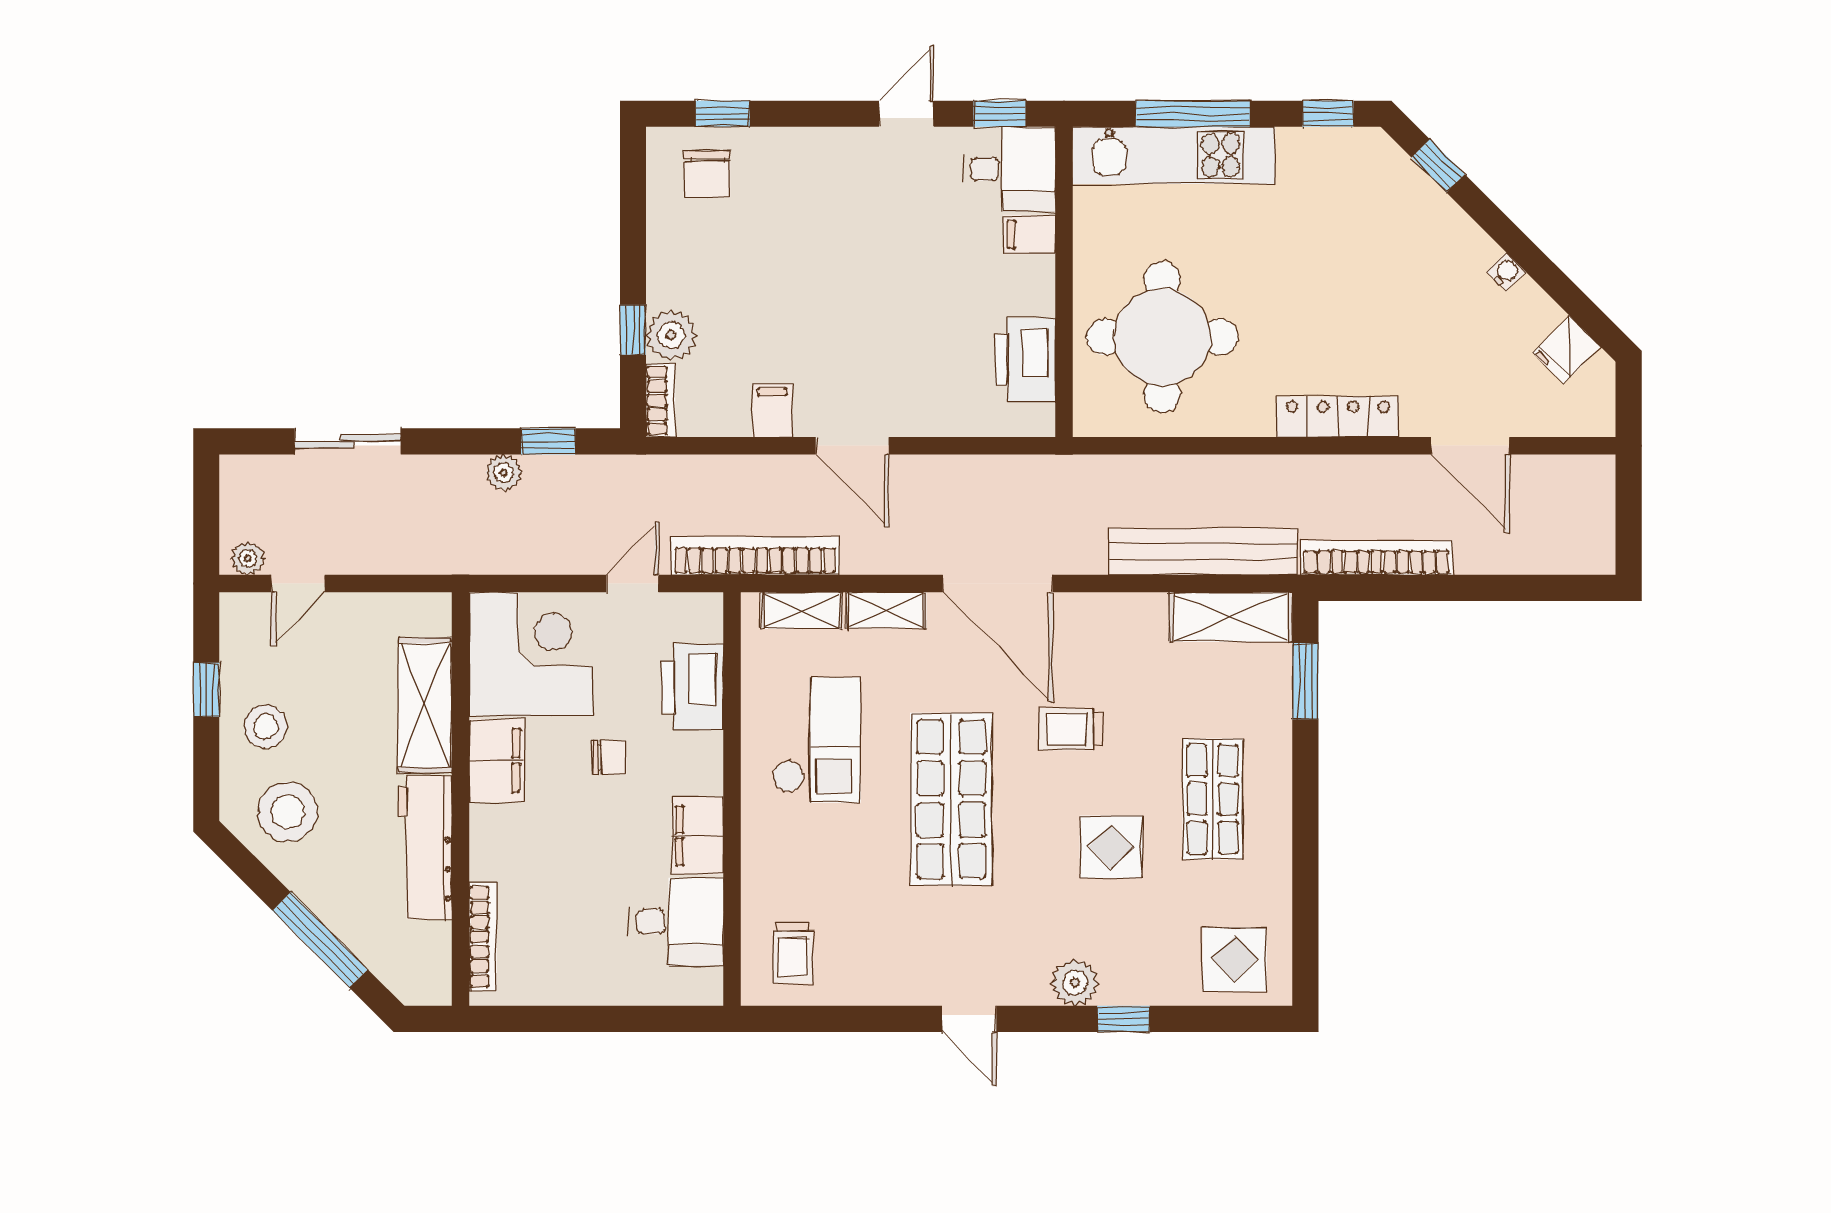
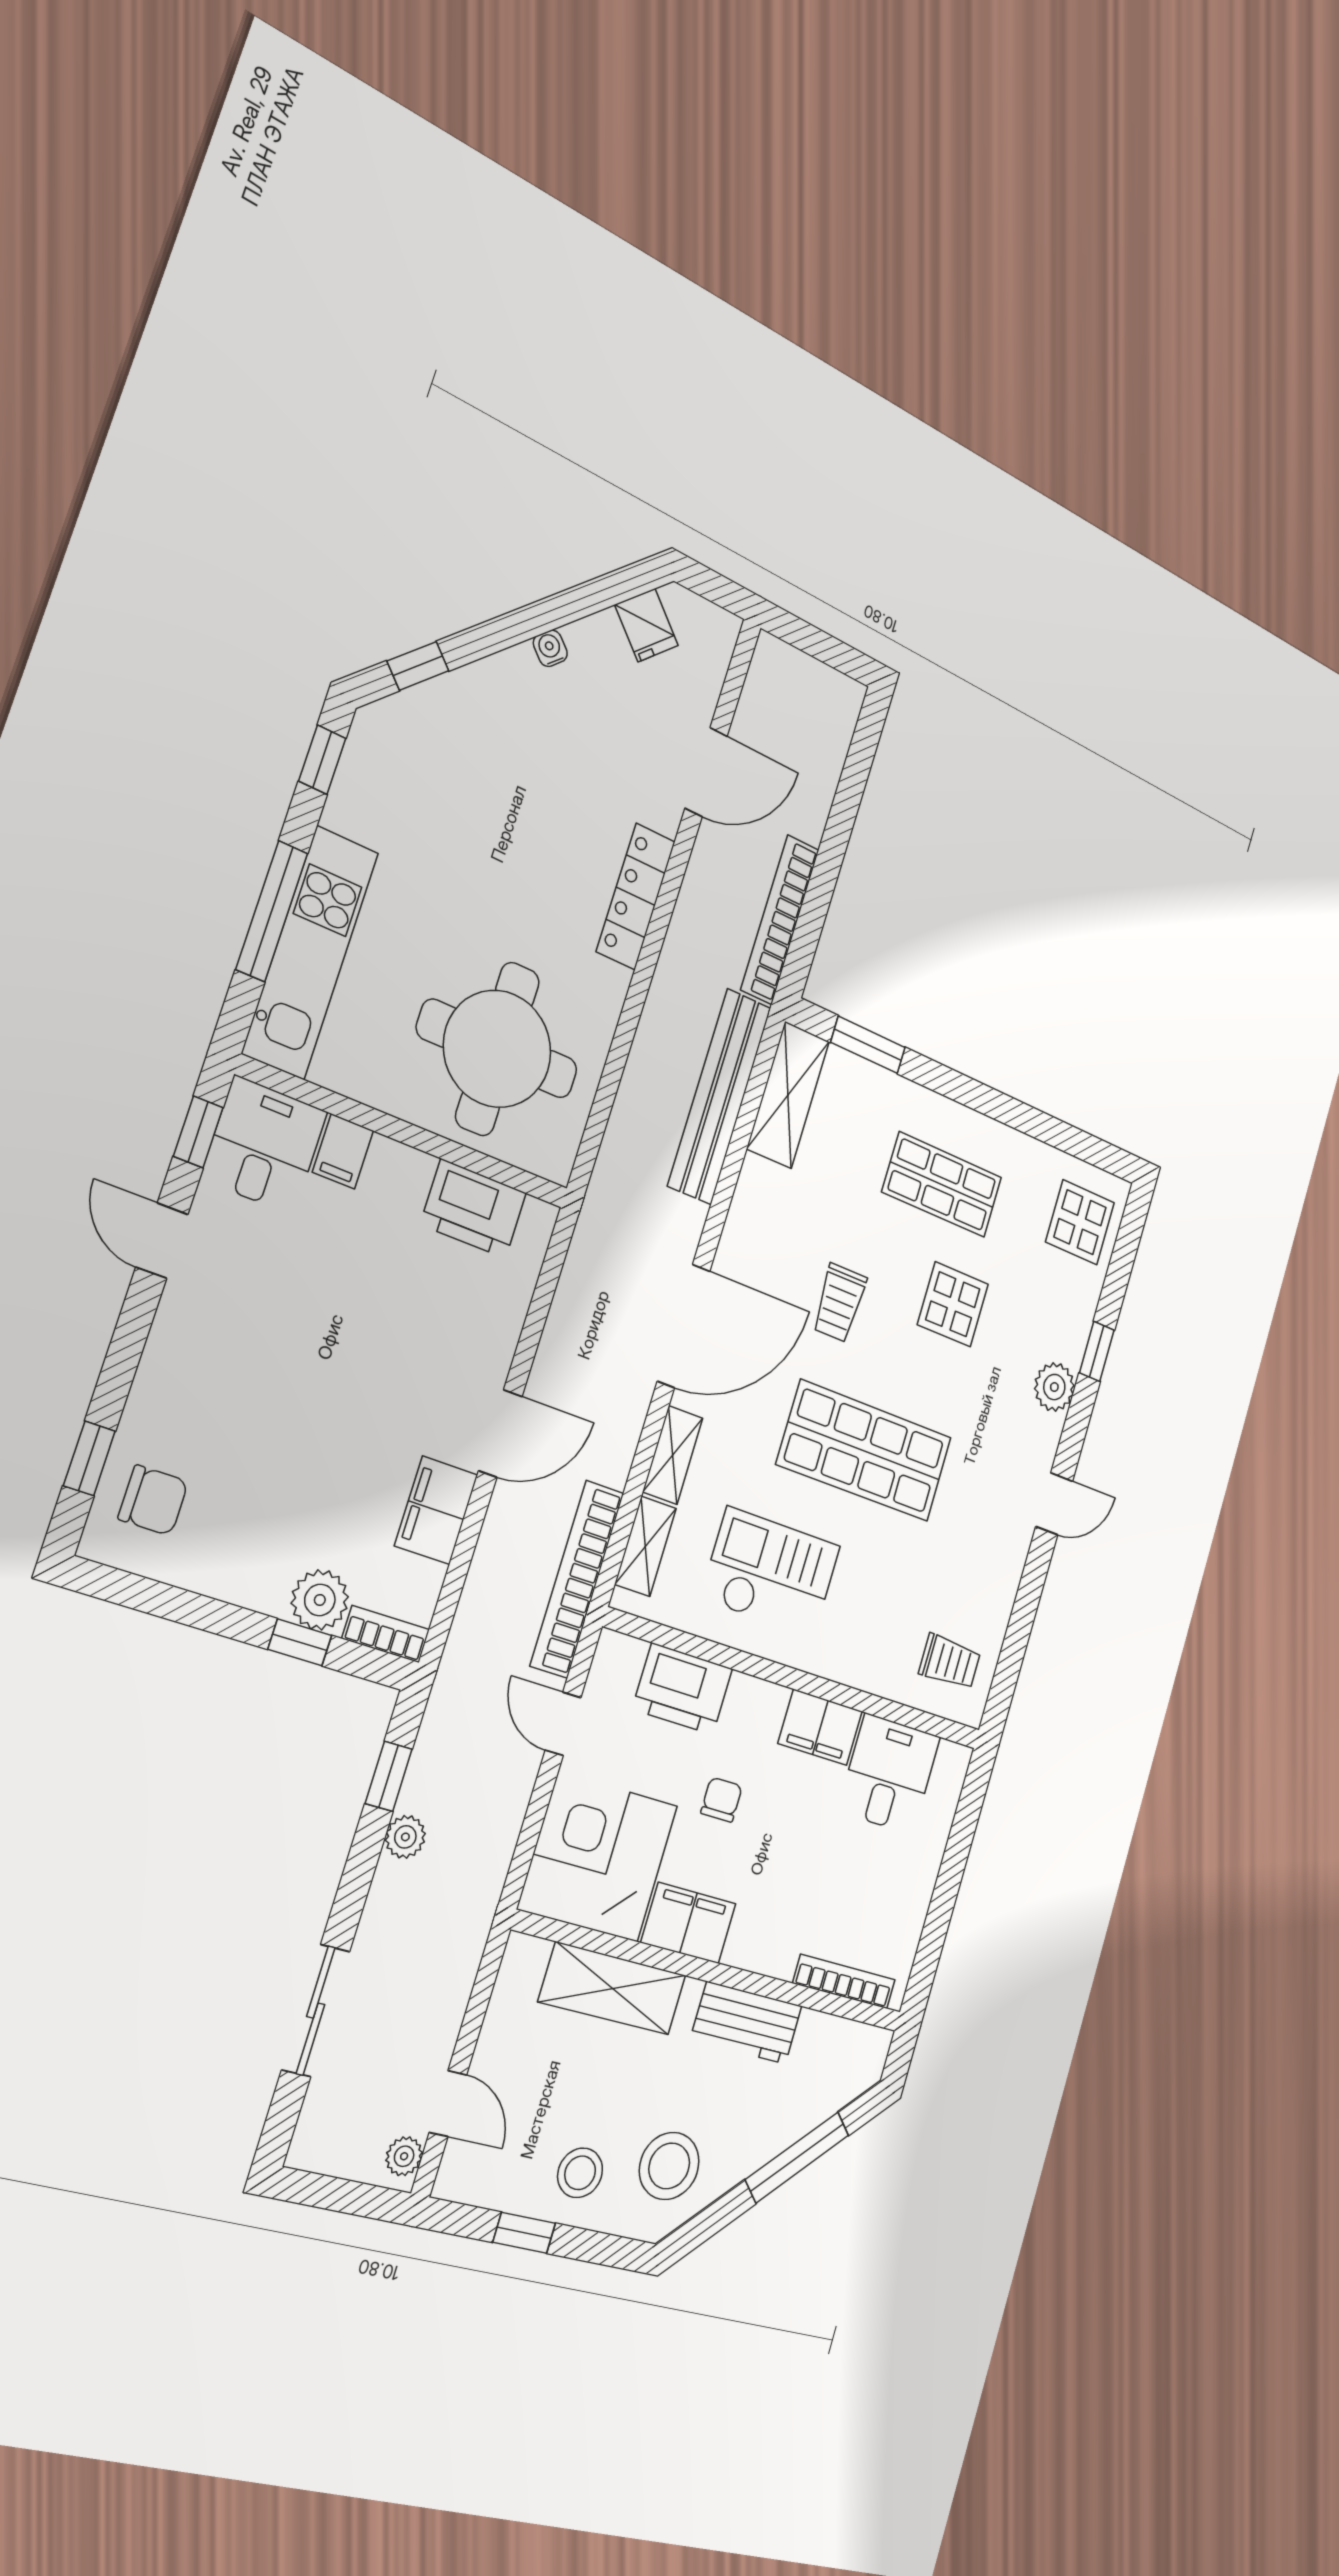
filing cabinet: (772, 410) -> (436, 1510), width x2.00
workbench: (425, 848) -> (746, 2023), width x0.73

